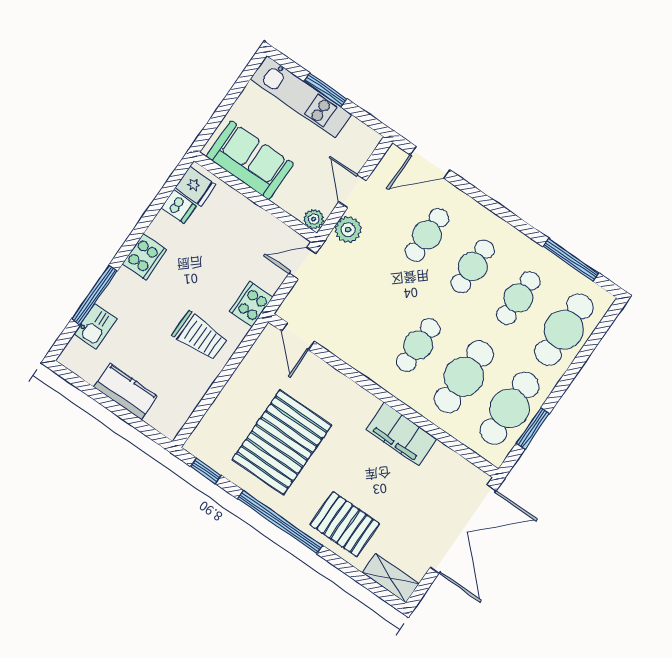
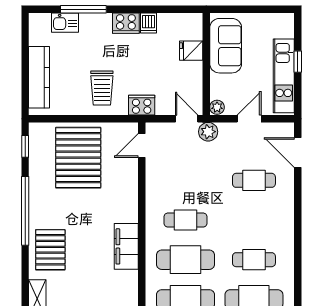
window: (325, 90) -> (298, 62), width x0.67
kitchen unit: (301, 97) -> (284, 76), moved
fridge: (196, 186) -> (191, 51), moved, turned 90
dishwasher: (179, 207) -> (148, 23), moved
plant: (348, 230) -> (208, 132), moved
window: (571, 260) -> (298, 275), removed
cafe table: (473, 266) -> (254, 220), removed
kitchen counter: (126, 392) -> (39, 77), width x1.50
pallet: (282, 442) -> (78, 158), moved, turned 90

